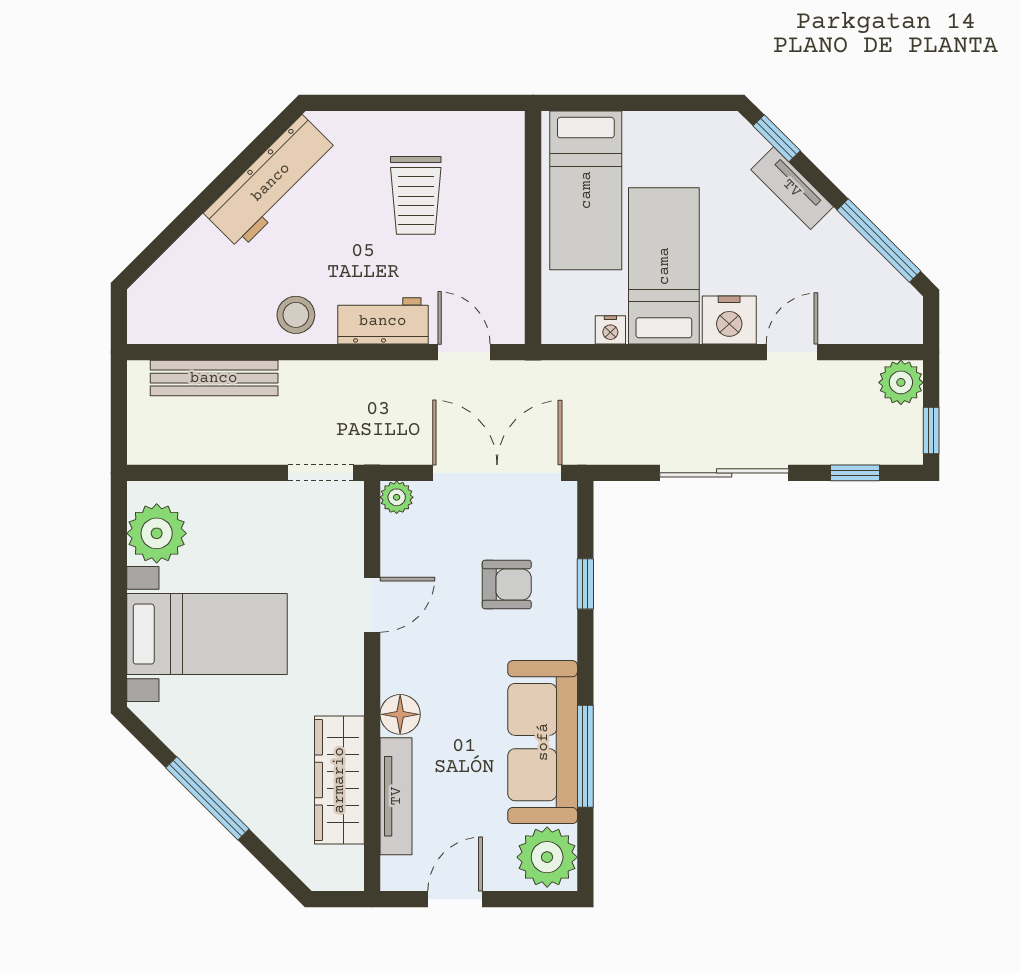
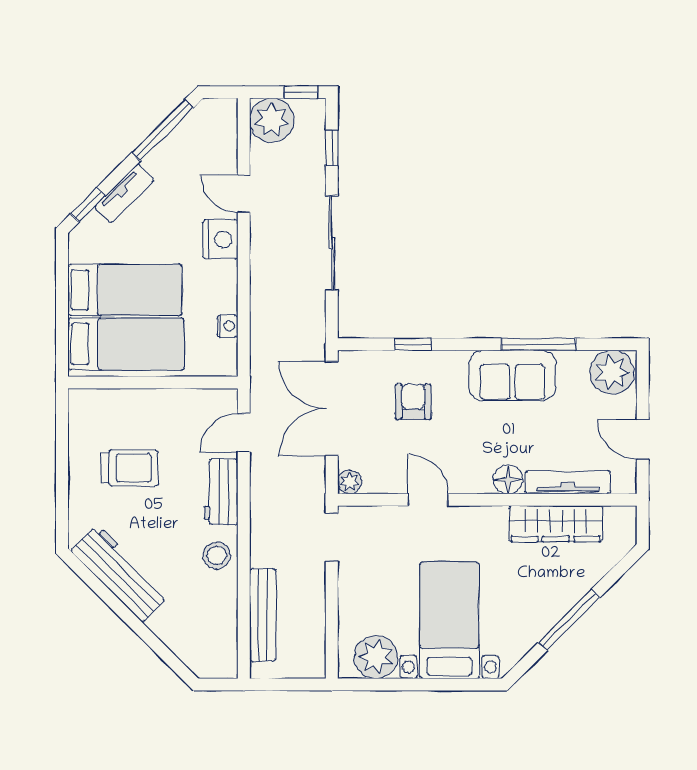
bed: (664, 266) -> (125, 290), moved, turned 180
plant: (901, 382) -> (272, 120), width x1.36, depth x1.36
sofa: (543, 742) -> (512, 376), width x0.73

